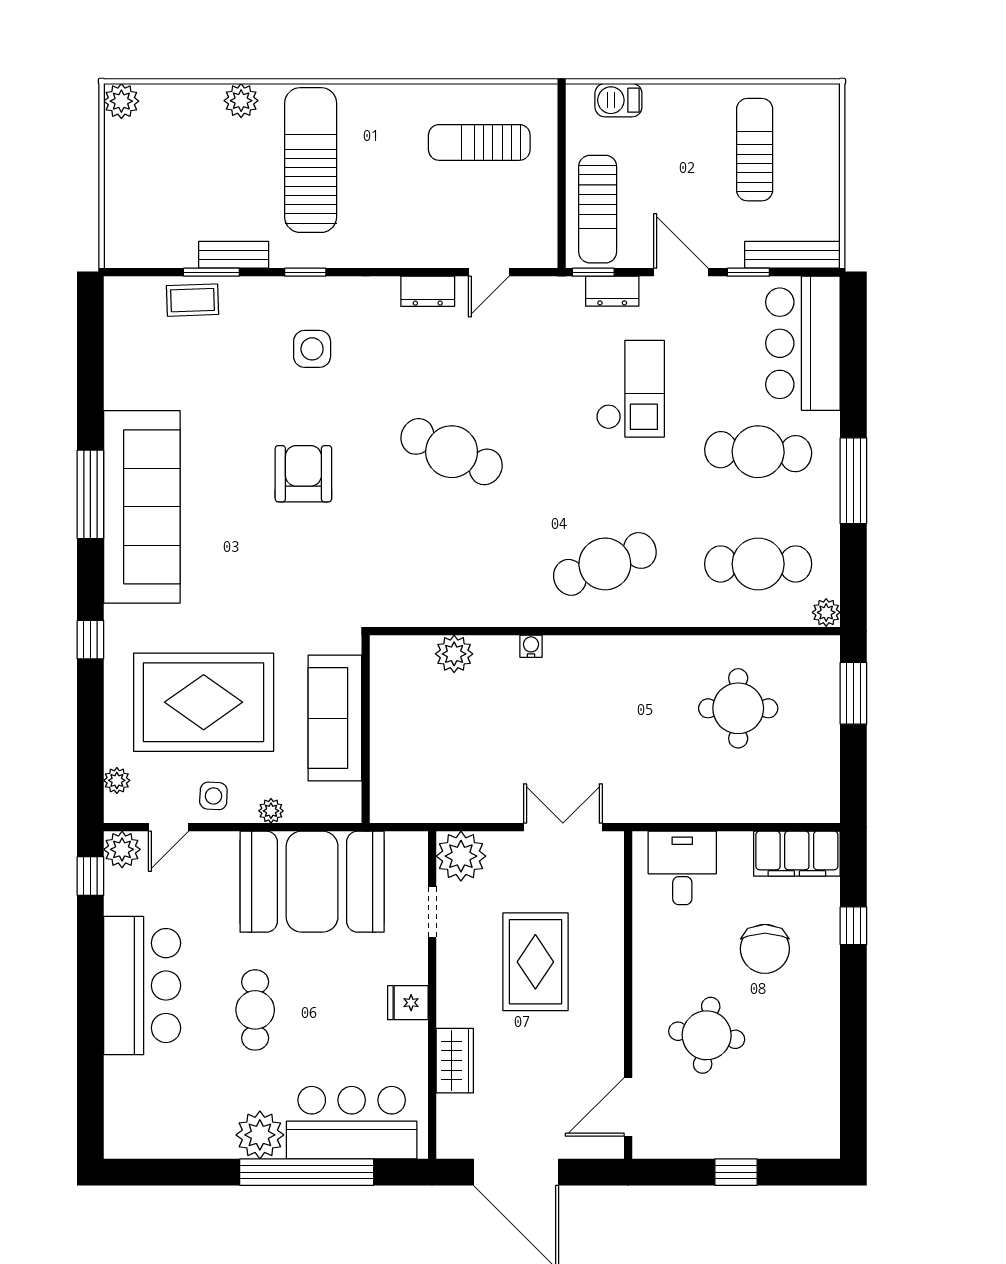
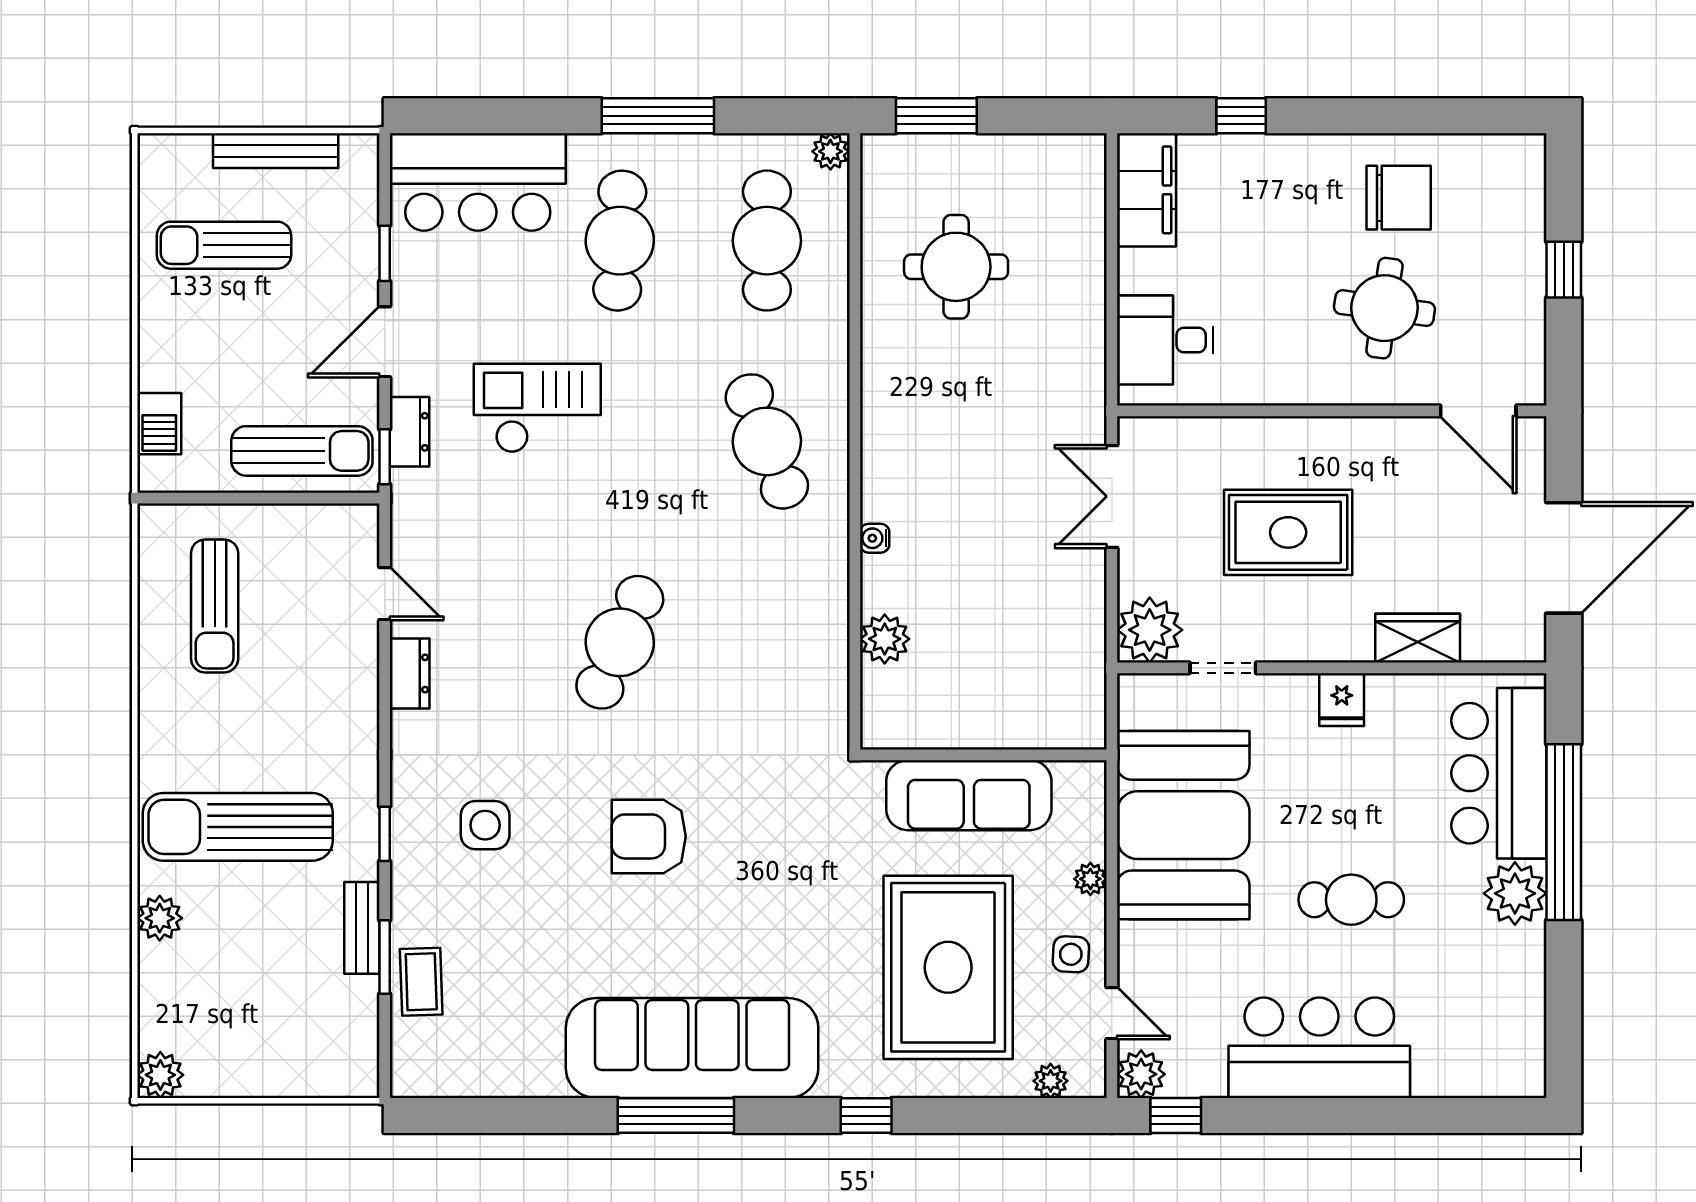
bench: (792, 255) -> (276, 151), moved, turned 90
chair: (765, 949) -> (1399, 198), moved

